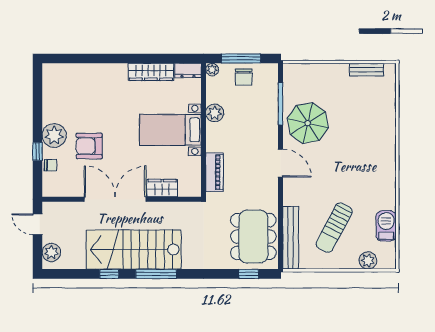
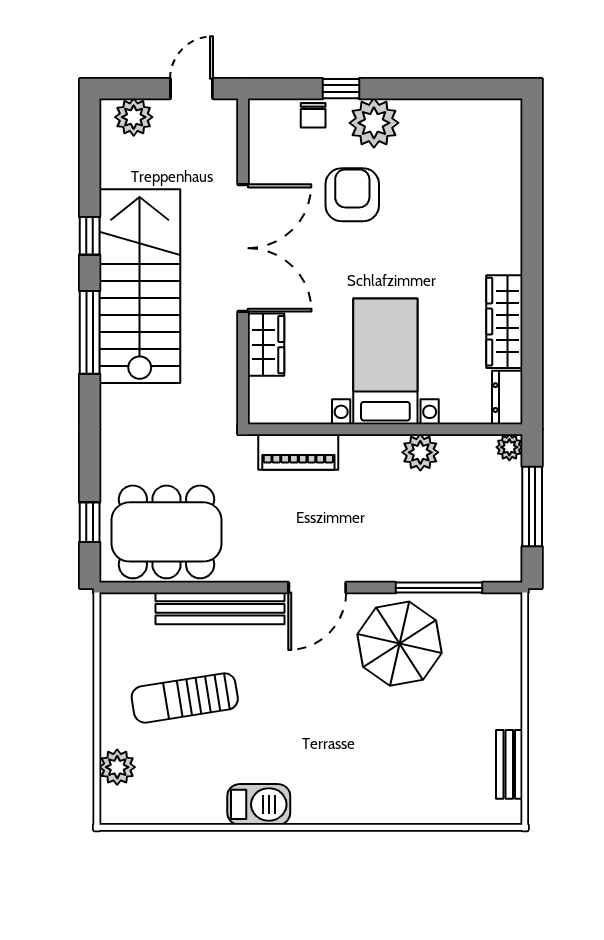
chair: (244, 77) -> (494, 512), removed
barbecue: (386, 226) -> (259, 804), moved
sun lounger: (334, 228) -> (185, 698), turned -37
bench: (291, 238) -> (220, 608), moved

